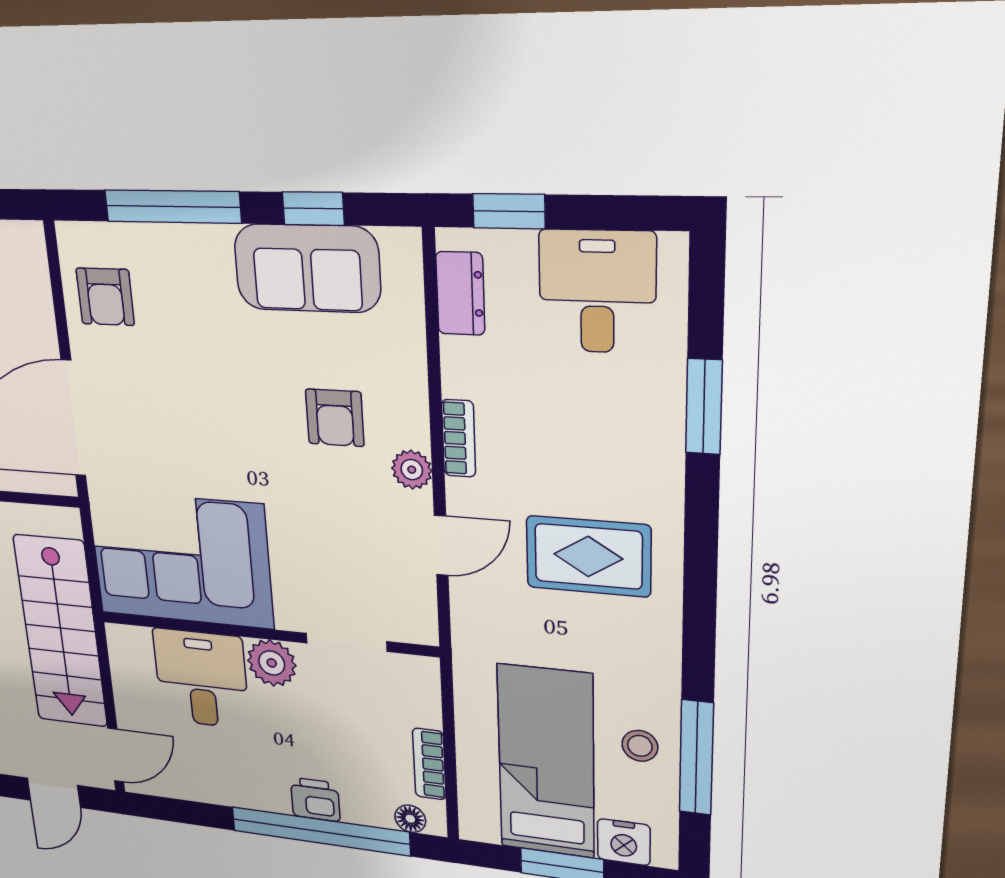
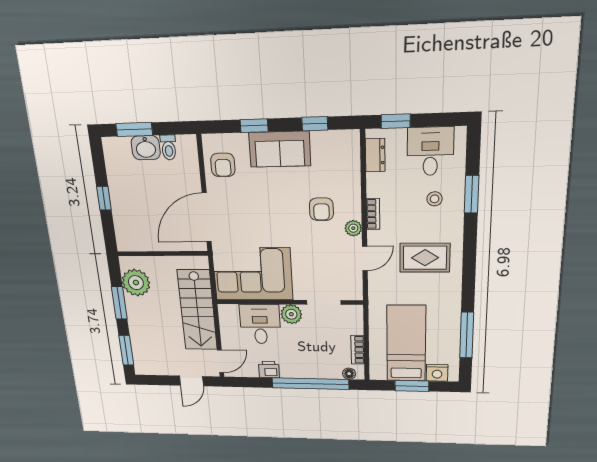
window: (173, 207) -> (254, 126), width x0.46
sofa: (307, 268) -> (280, 149), moved
stool: (640, 746) -> (435, 199), moved
printer: (315, 799) -> (269, 369), moved

